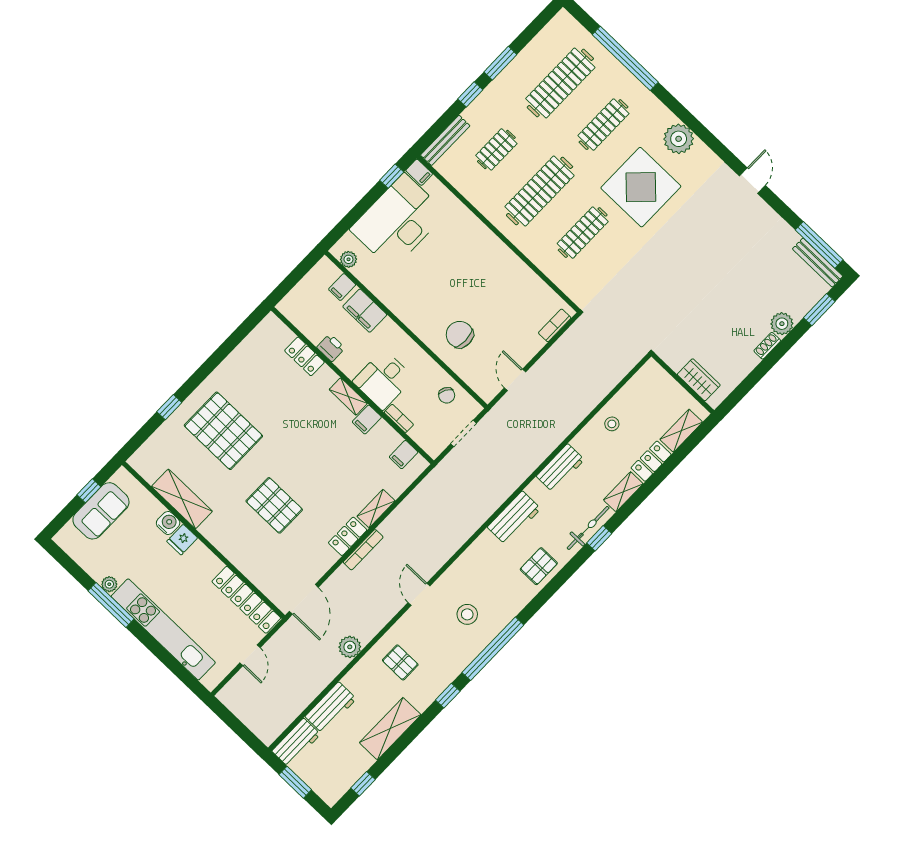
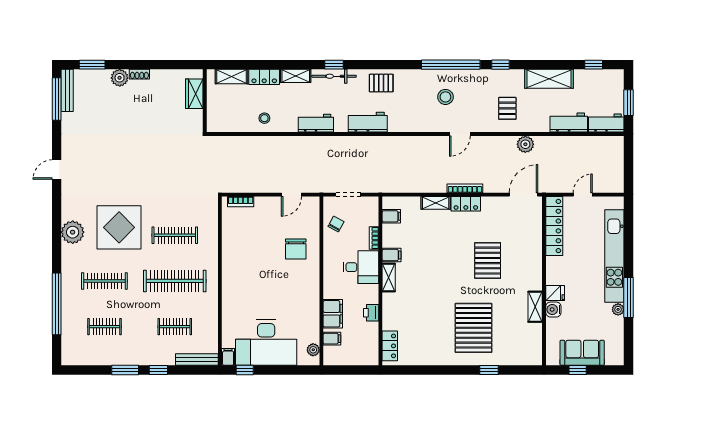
clothes rail: (560, 83) -> (104, 327), width x0.54, depth x0.76
locker: (304, 356) -> (390, 346), moved
shelving: (182, 499) -> (535, 307), width x0.67, depth x0.75

